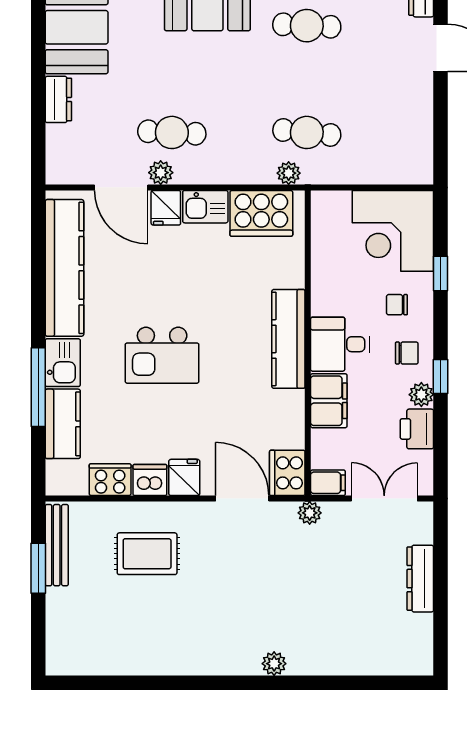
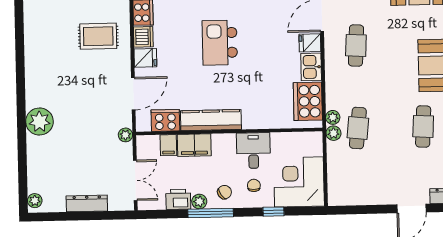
plant: (161, 173) -> (333, 133), moved
kitchen counter: (288, 339) -> (211, 120), moved
desk: (340, 344) -> (253, 151), moved
chair: (407, 353) -> (224, 192), turned -125
window: (441, 377) -> (211, 213), width x2.17
cooker: (287, 473) -> (165, 120), moved
filing cabinet: (328, 483) -> (168, 145), moved
rug: (147, 554) -> (98, 36), turned 90
plant: (274, 664) -> (39, 122), width x1.87, depth x1.87
plant: (414, 664) -> (35, 201), added

